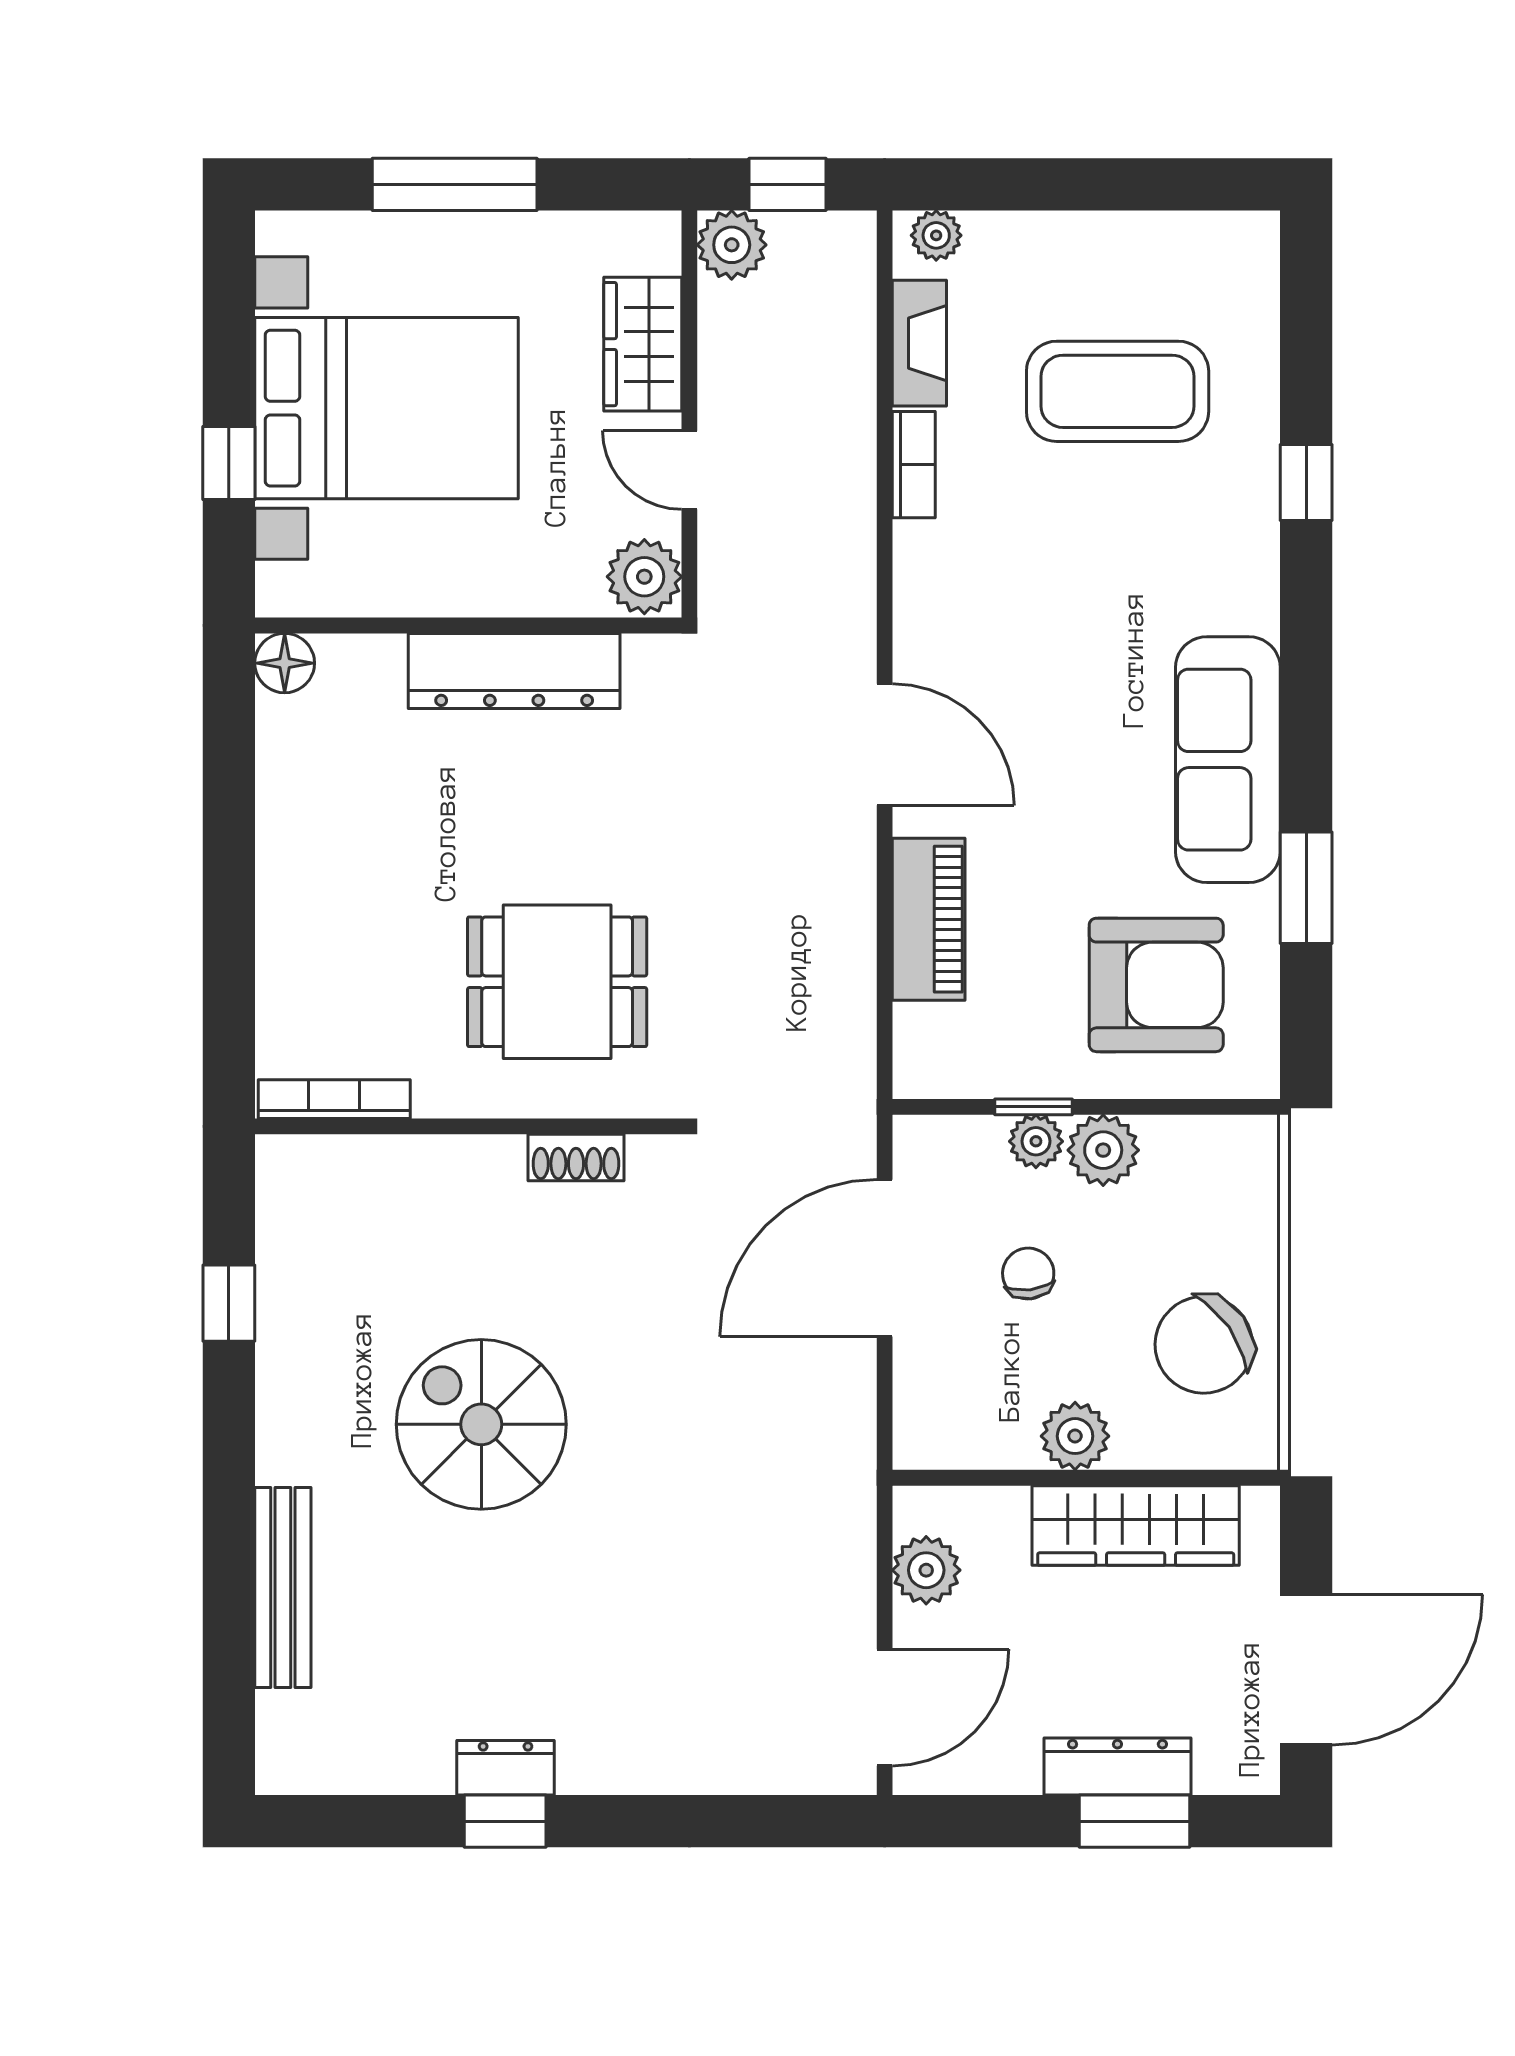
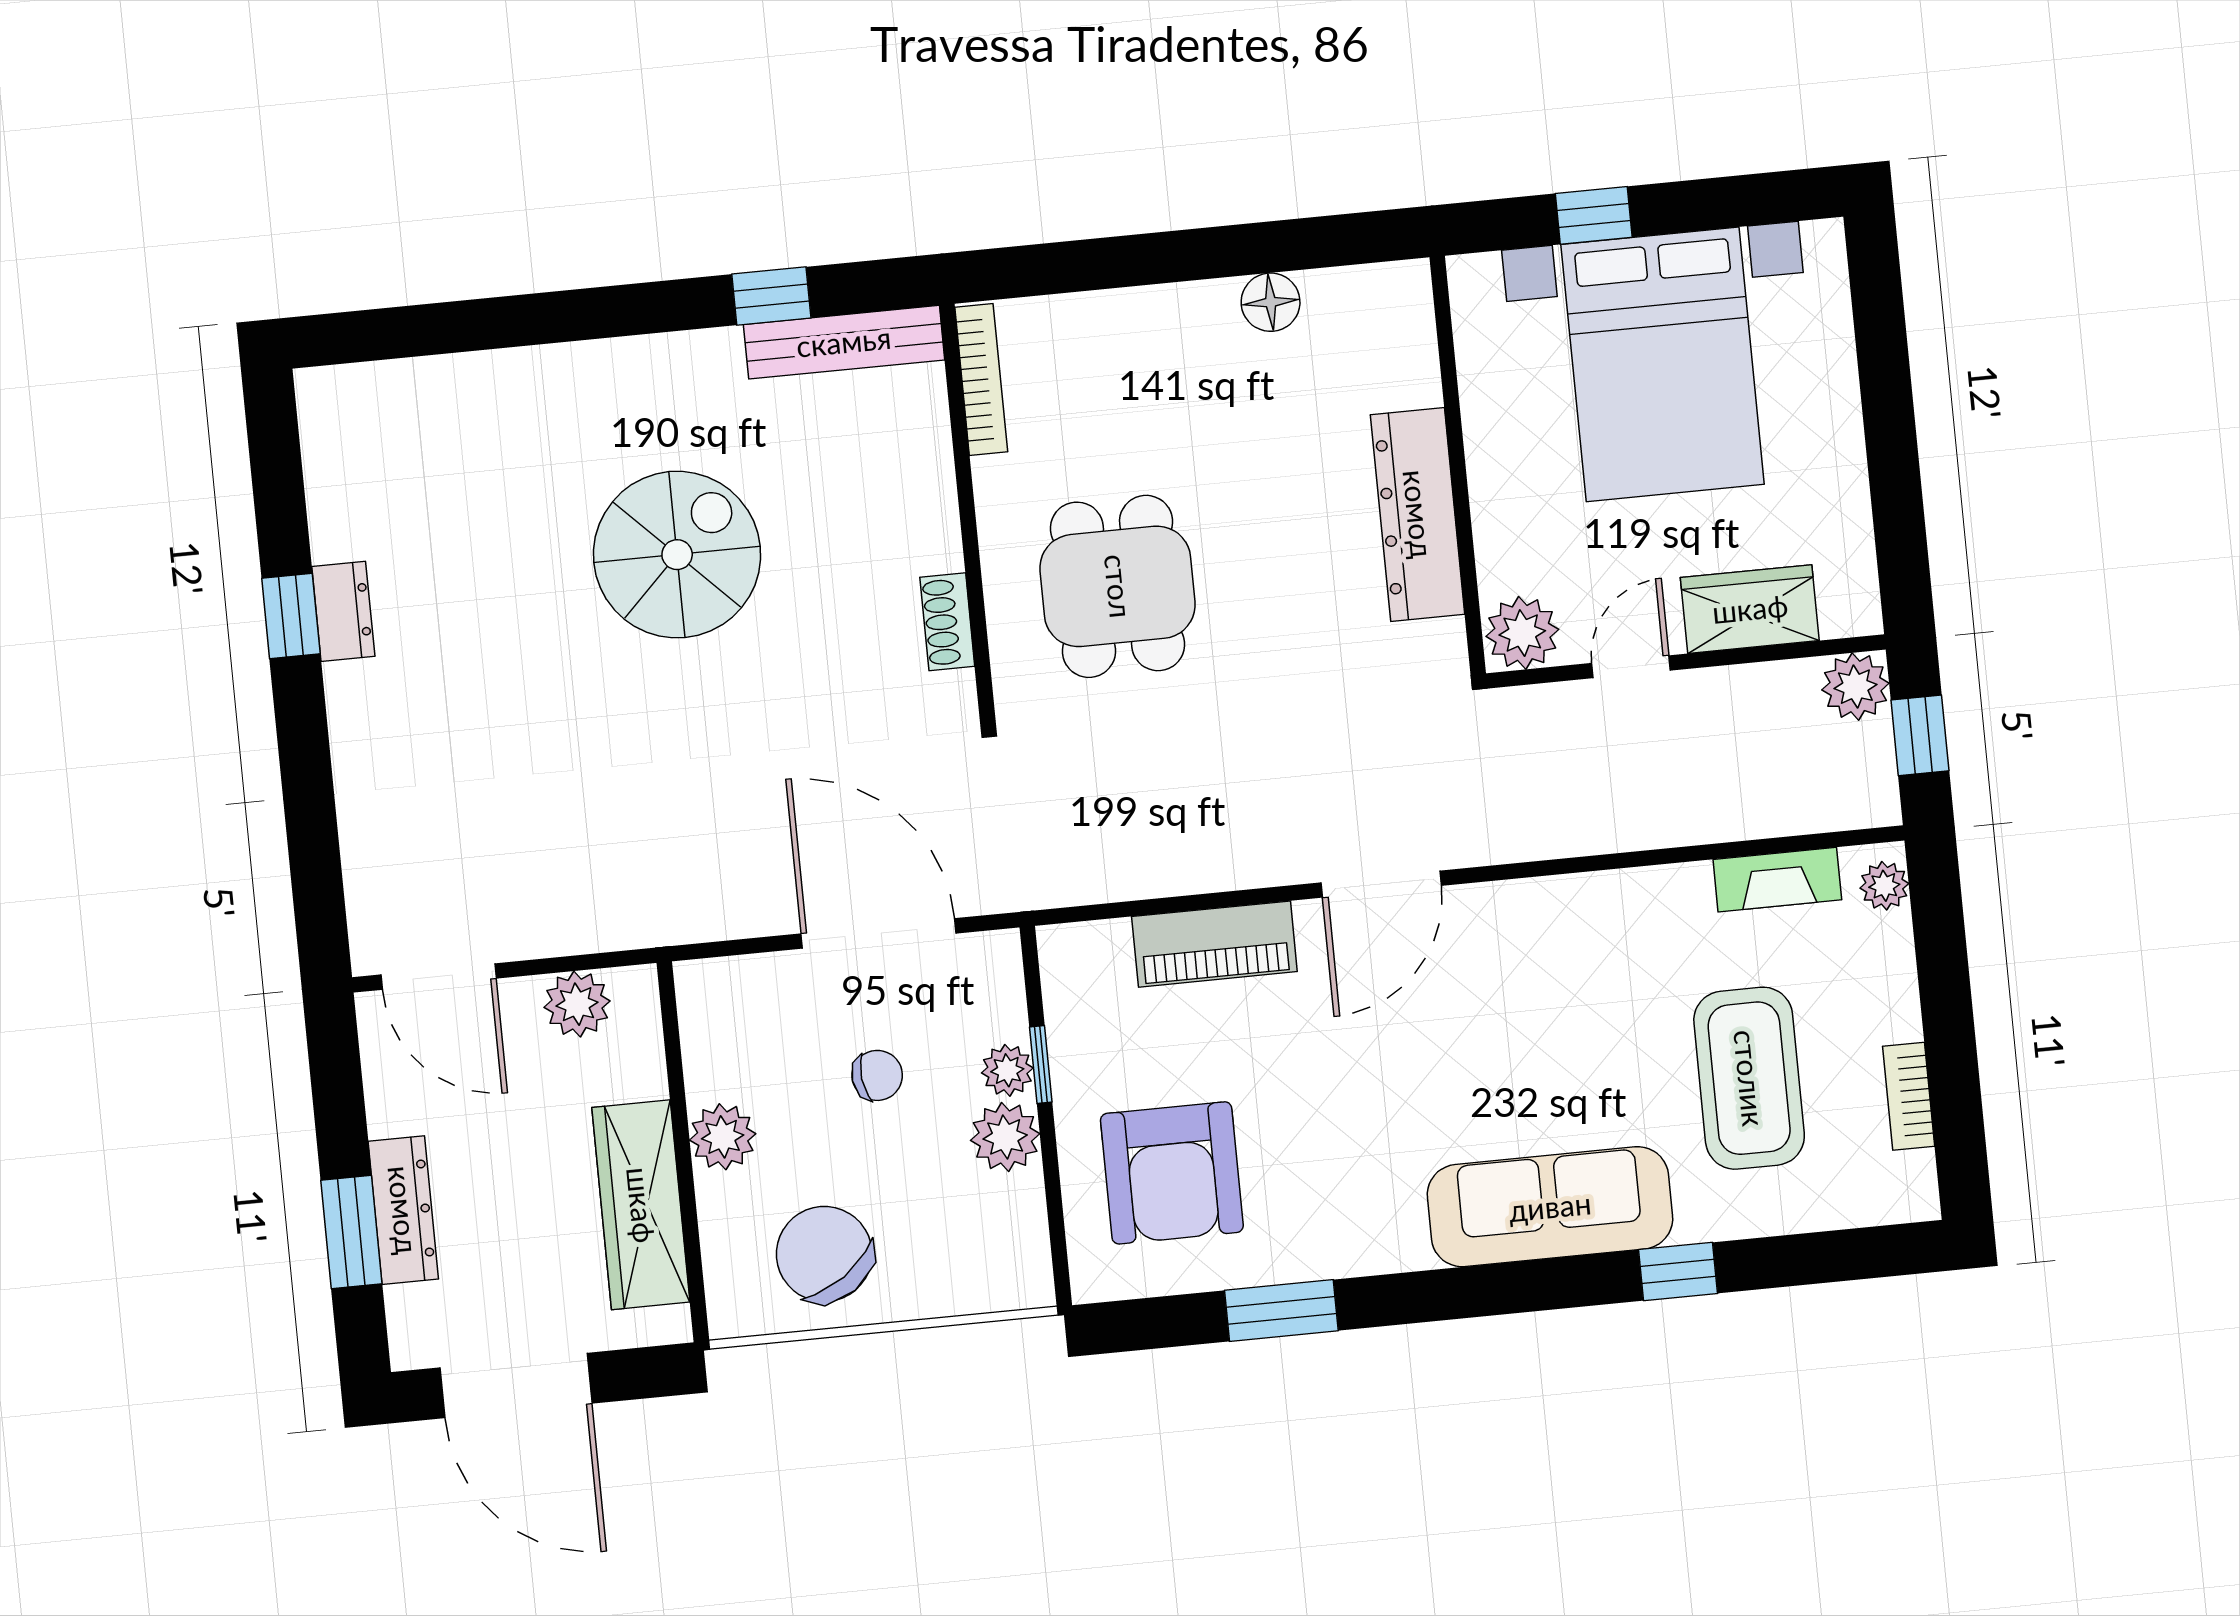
window: (455, 184) -> (1888, 410), removed
bookcase: (914, 465) -> (1909, 1096), moved, turned 90
floor lamp: (285, 663) -> (1271, 302), moved
sofa: (1228, 760) -> (1550, 1207), moved
bench: (283, 1588) -> (844, 342), moved

